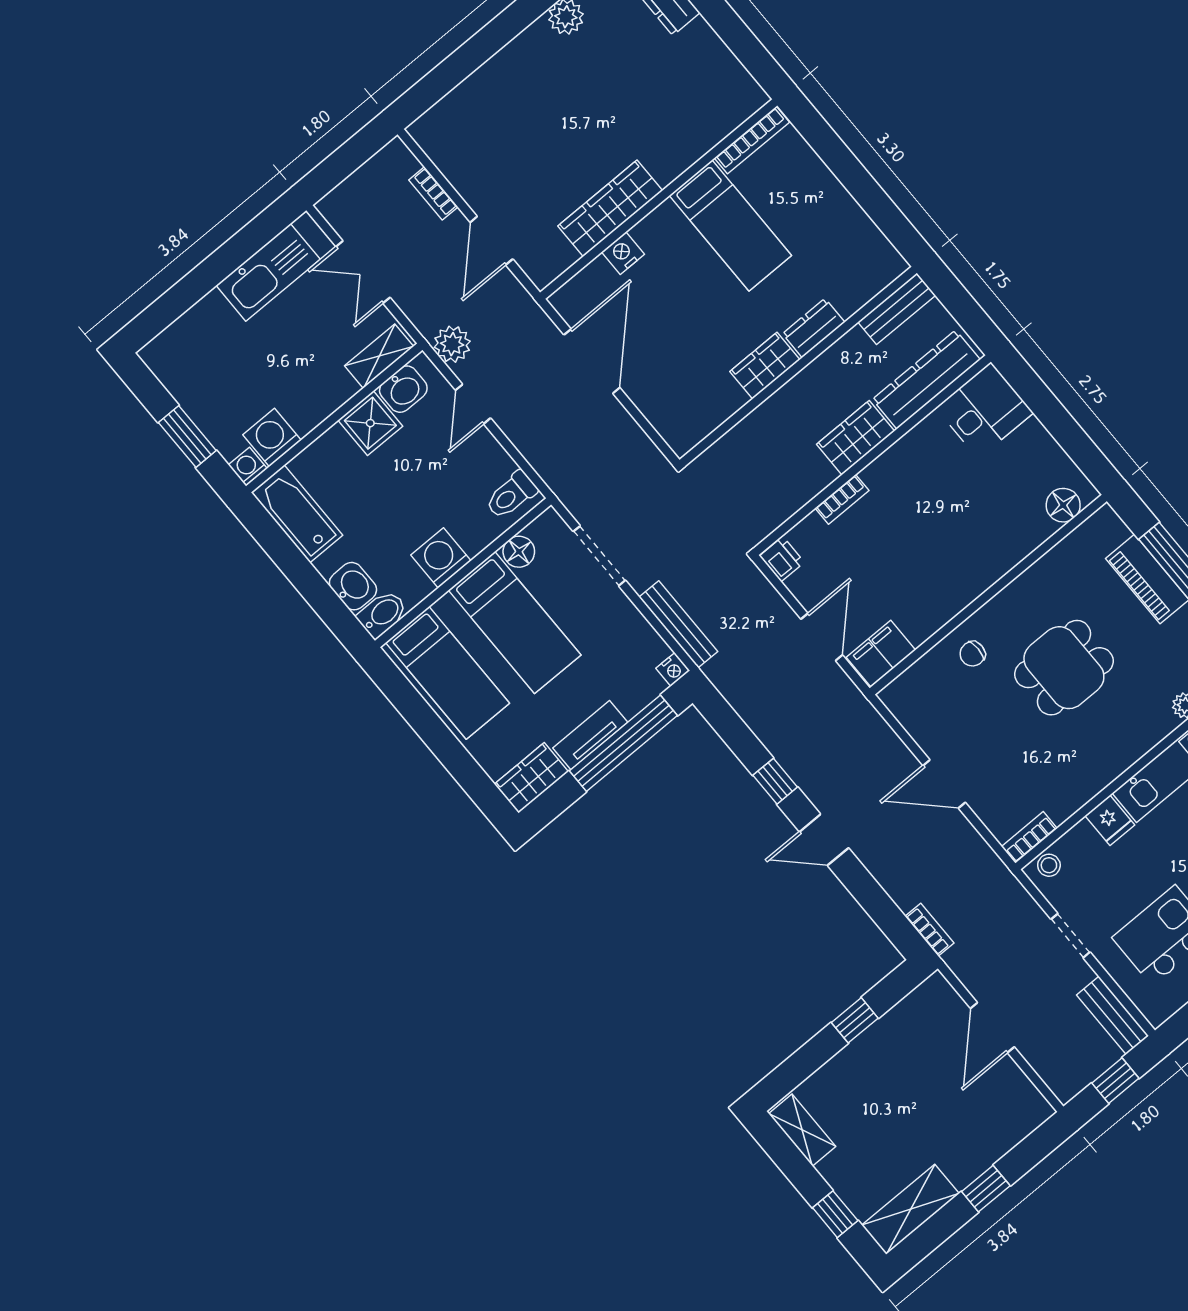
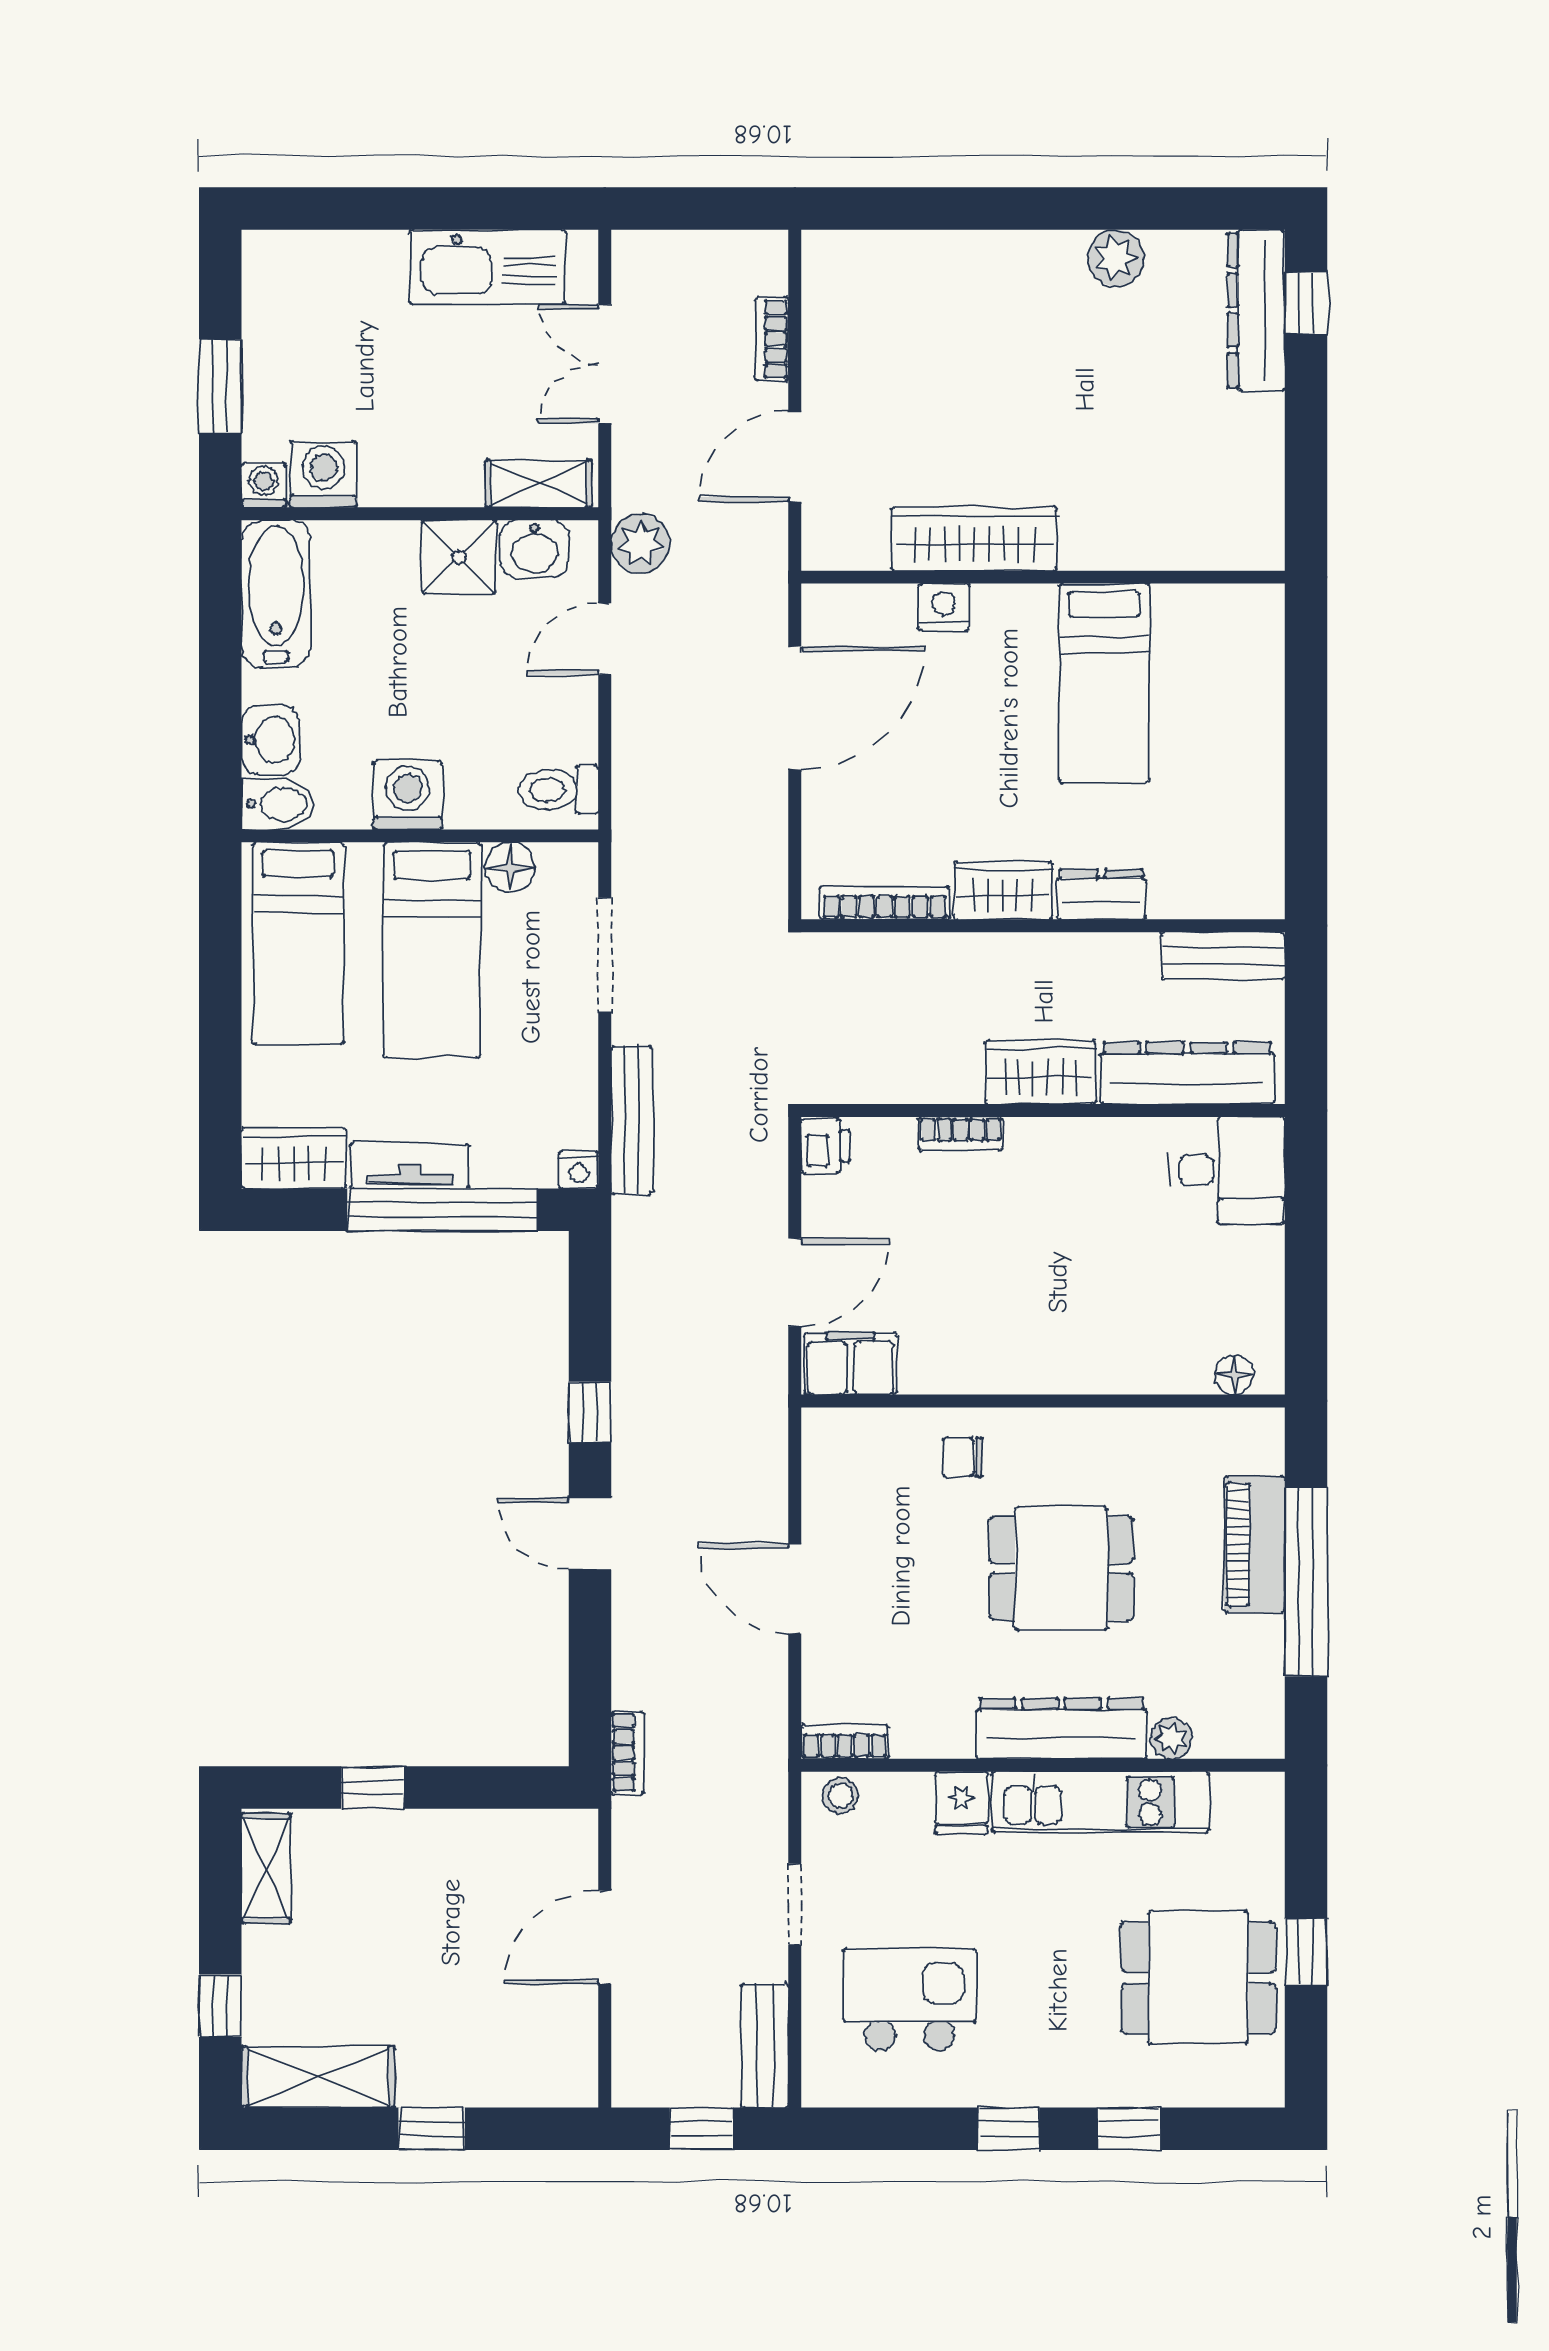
bookcase: (752, 140) -> (885, 903), moved, turned 180
floor lamp: (1063, 505) -> (1234, 1375), width x0.73, depth x0.73
dresser: (1128, 745) -> (1061, 1729), added
window: (855, 1020) -> (373, 1787), moved

